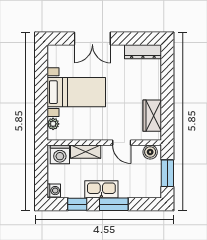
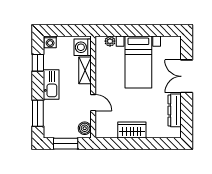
dresser: (143, 52) -> (175, 110), moved
wardrobe: (152, 116) -> (132, 130), moved
door: (122, 143) -> (93, 103), swing flipped
window: (114, 204) -> (38, 113), moved

